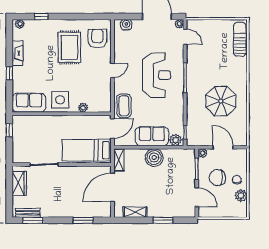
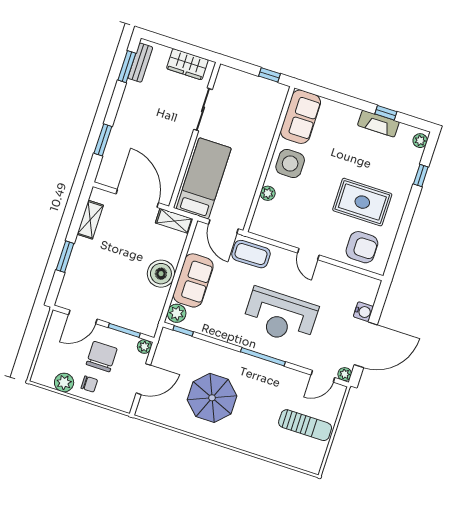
water cooler: (126, 25) -> (363, 312), moved
sun lounger: (240, 39) -> (305, 425), moved
window: (9, 73) -> (386, 113), moved

